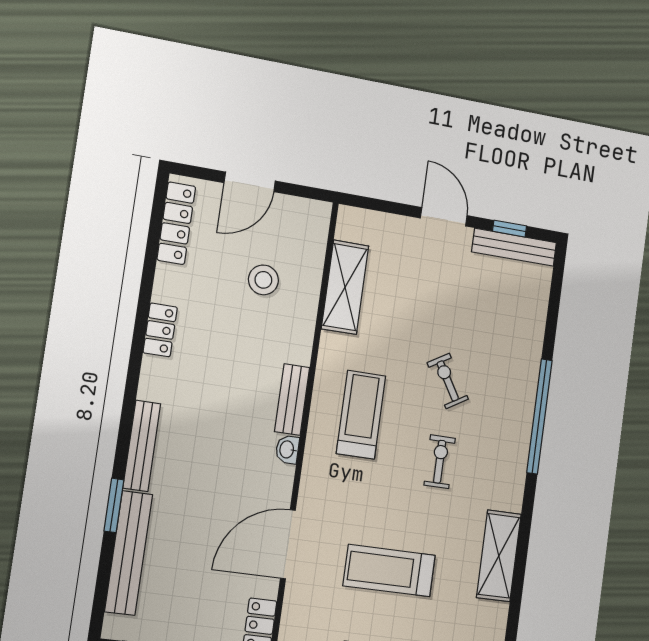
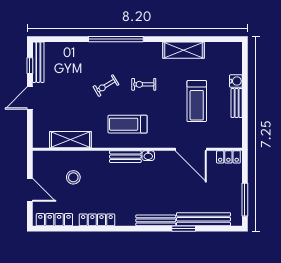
locker: (160, 330) -> (97, 220), width x1.53

